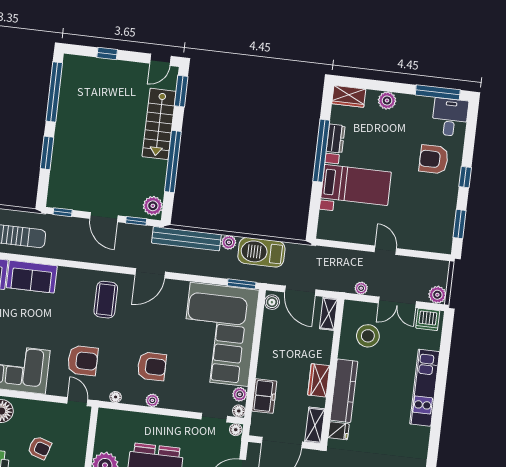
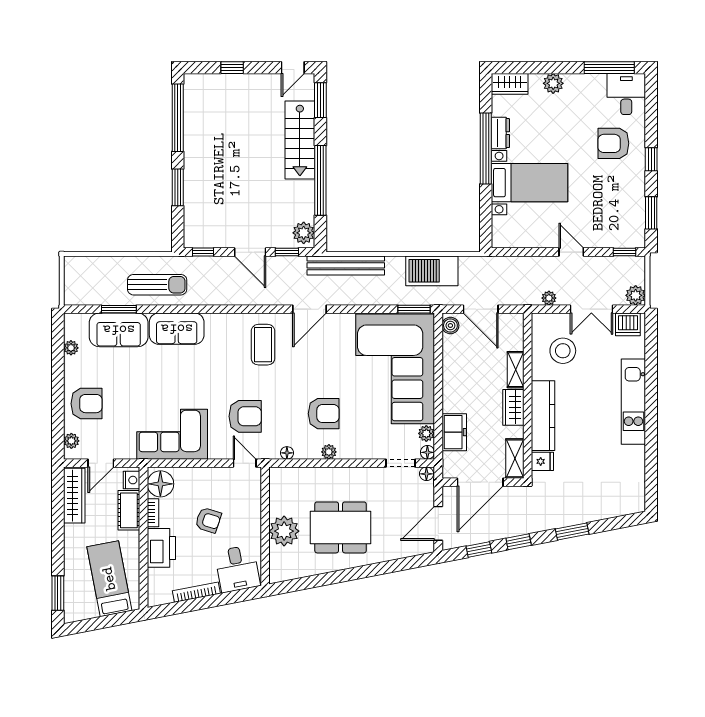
plant: (229, 242) -> (394, 264), removed
window: (432, 256) -> (624, 252), added
shelving: (329, 314) -> (516, 370), moved

